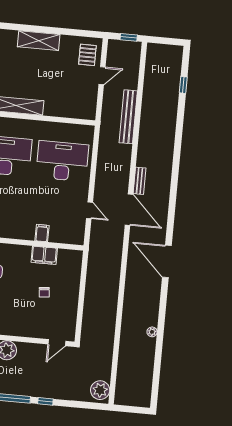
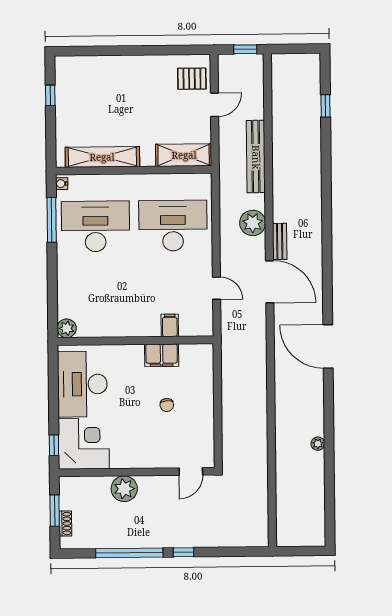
shelving: (39, 41) -> (184, 155), moved
pallet: (87, 55) -> (192, 79), turned 90
filing cabinet: (42, 233) -> (170, 325), moved
plant: (100, 390) -> (253, 223), moved

